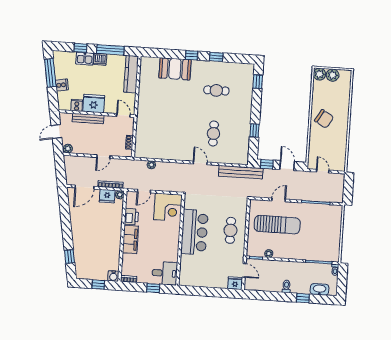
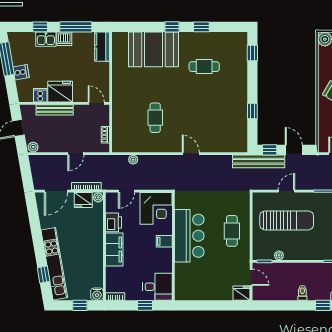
booth: (175, 69) -> (153, 49), width x1.36, depth x1.42
kitchen counter: (131, 74) -> (102, 47), width x0.67
cafe table: (213, 133) -> (155, 118), moved
bench: (241, 172) -> (259, 161), moved
filing cabinet: (173, 235) -> (164, 241), added
kitchen unit: (79, 248) -> (54, 264), added

